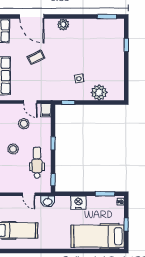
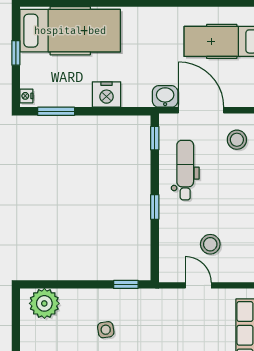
plant: (99, 92) -> (44, 303), moved
filing cabinet: (46, 110) -> (168, 270), removed
stool: (13, 149) -> (237, 140), moved
dental chair: (37, 163) -> (185, 170), turned 180
door: (29, 194) -> (201, 110), width x1.87

